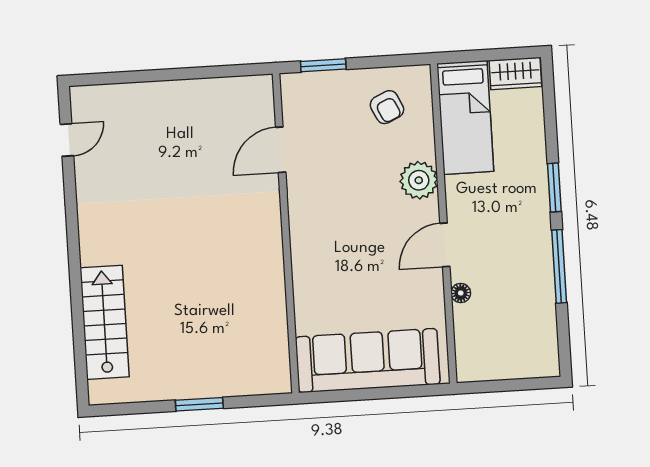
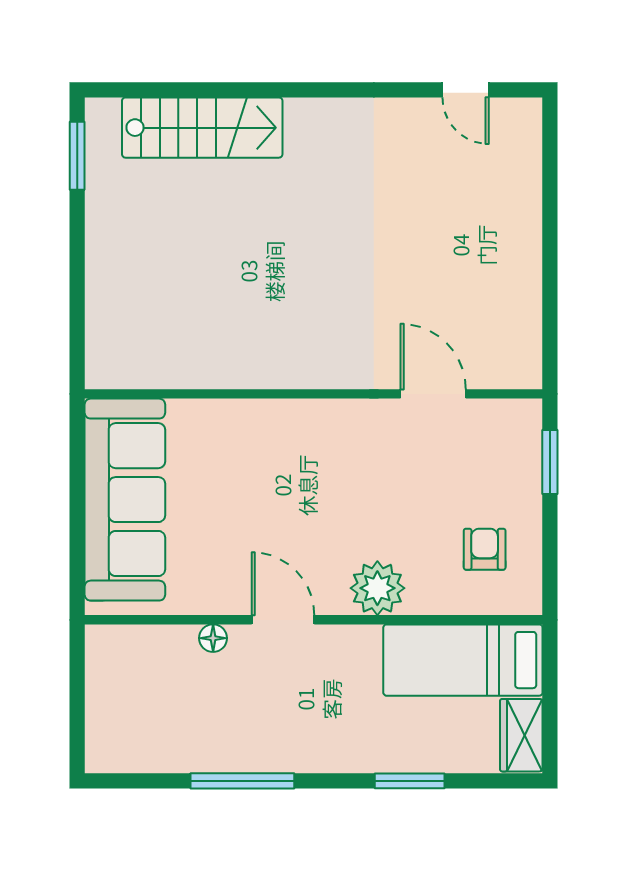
armchair: (387, 107) -> (485, 549), turned 115
window: (554, 188) -> (410, 781), moved
window: (199, 404) -> (77, 156), moved

